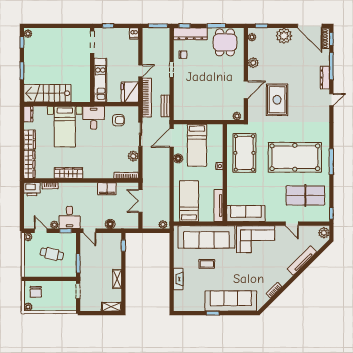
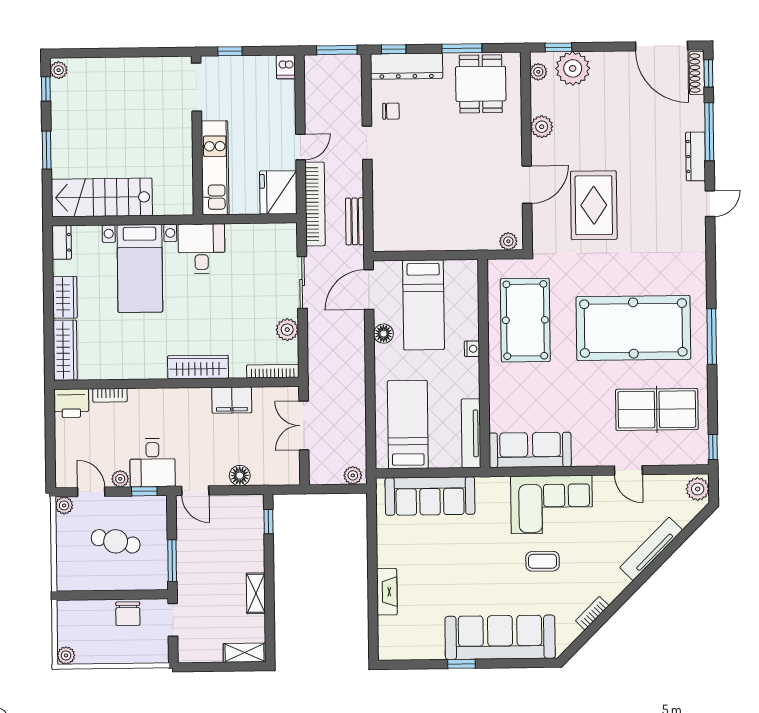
plant: (284, 36) -> (573, 68), moved
armchair: (118, 120) -> (254, 253), removed
wardrobe: (69, 173) -> (198, 367), moved
sofa: (206, 237) -> (430, 496), width x0.74, depth x0.79
coffee table: (207, 264) -> (543, 561), moved
chair: (36, 292) -> (128, 614), moved

